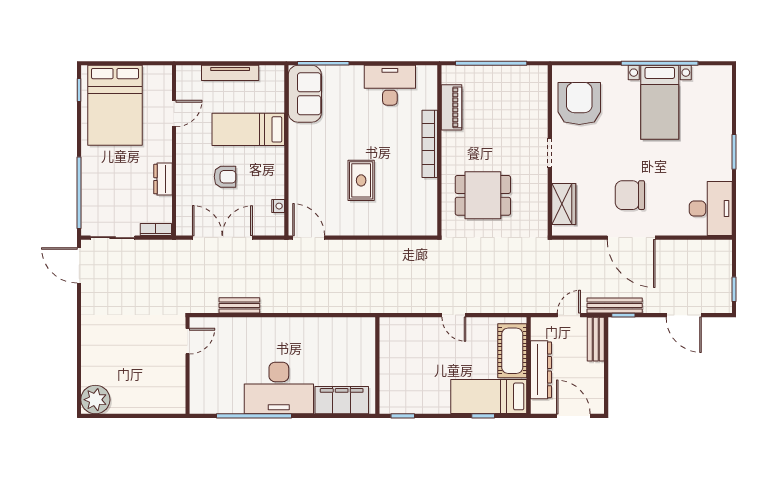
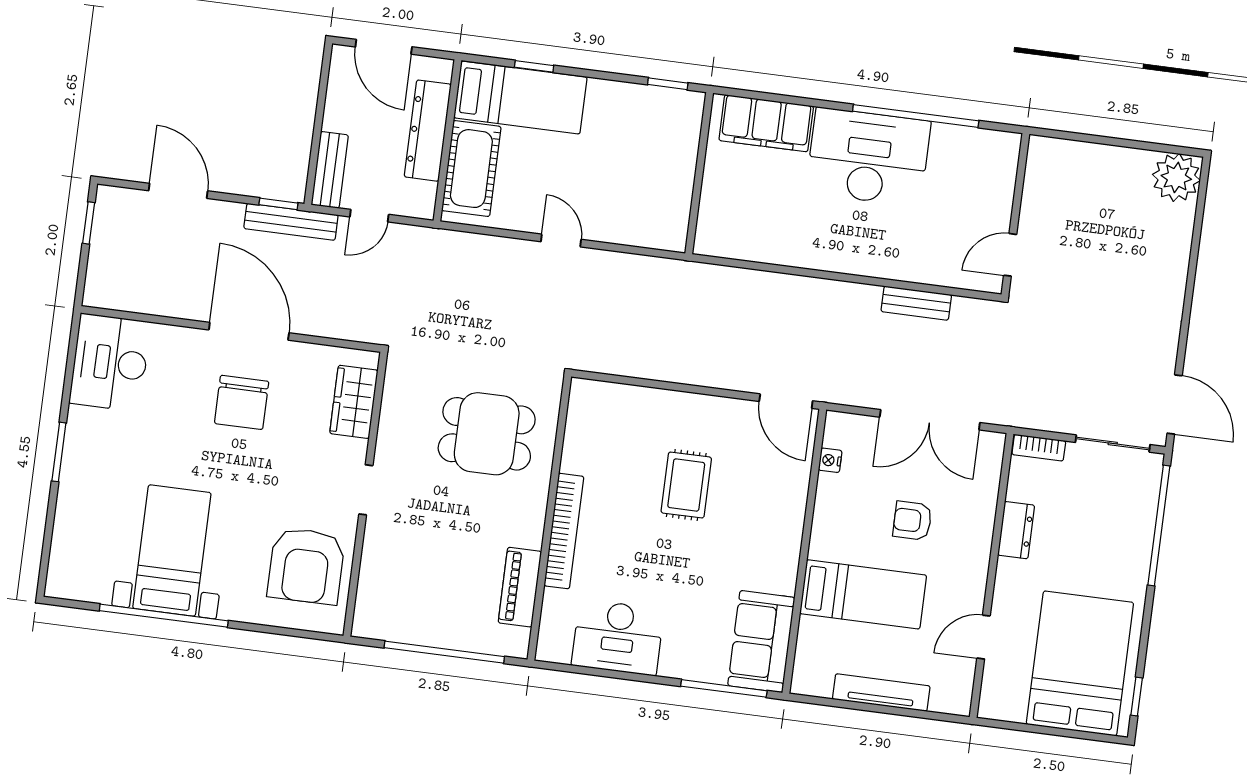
chair: (630, 195) -> (242, 402), turned 90

